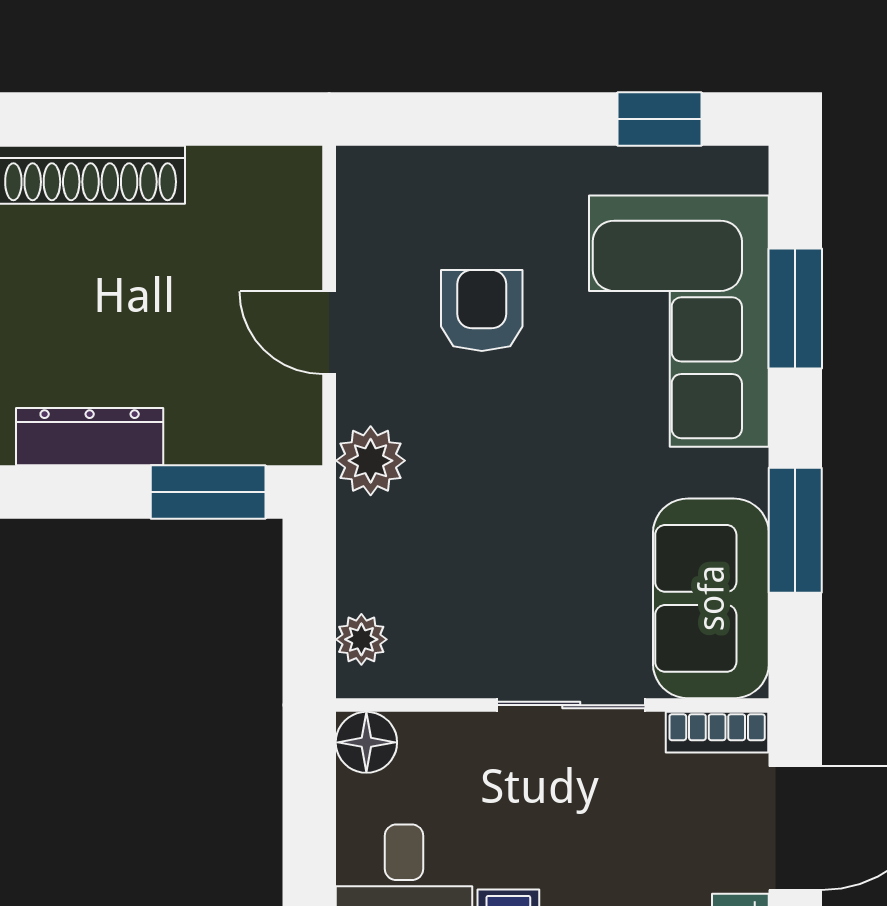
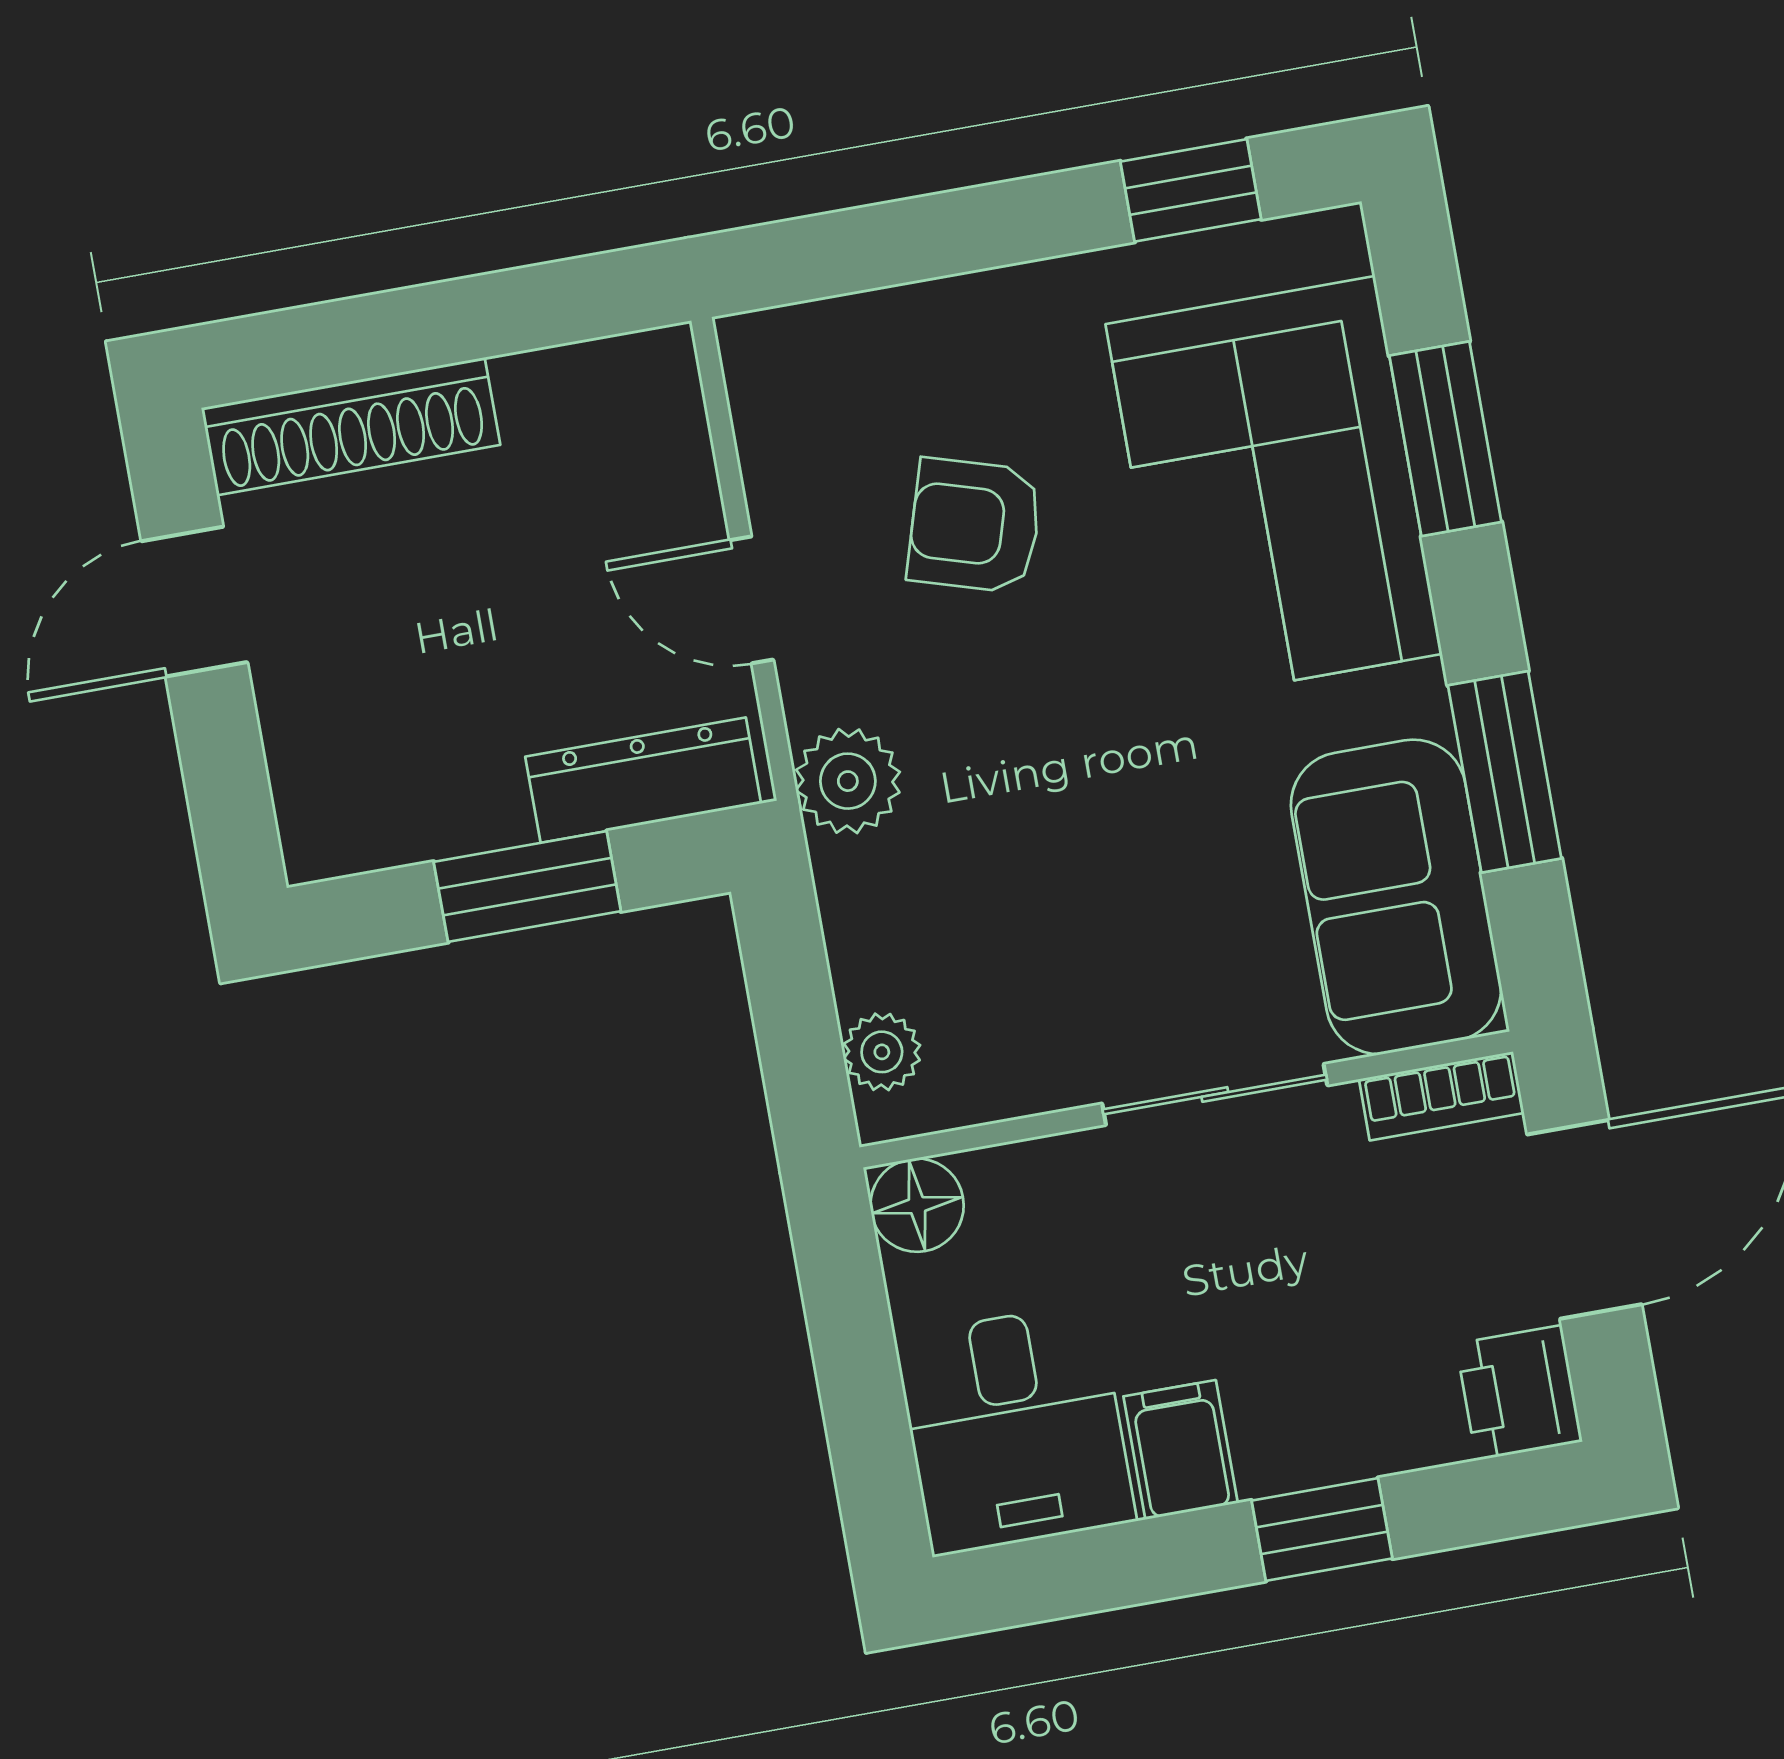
armchair: (482, 310) -> (975, 526), turned -73
dresser: (90, 437) -> (643, 780), moved
window: (208, 492) -> (527, 887), moved

